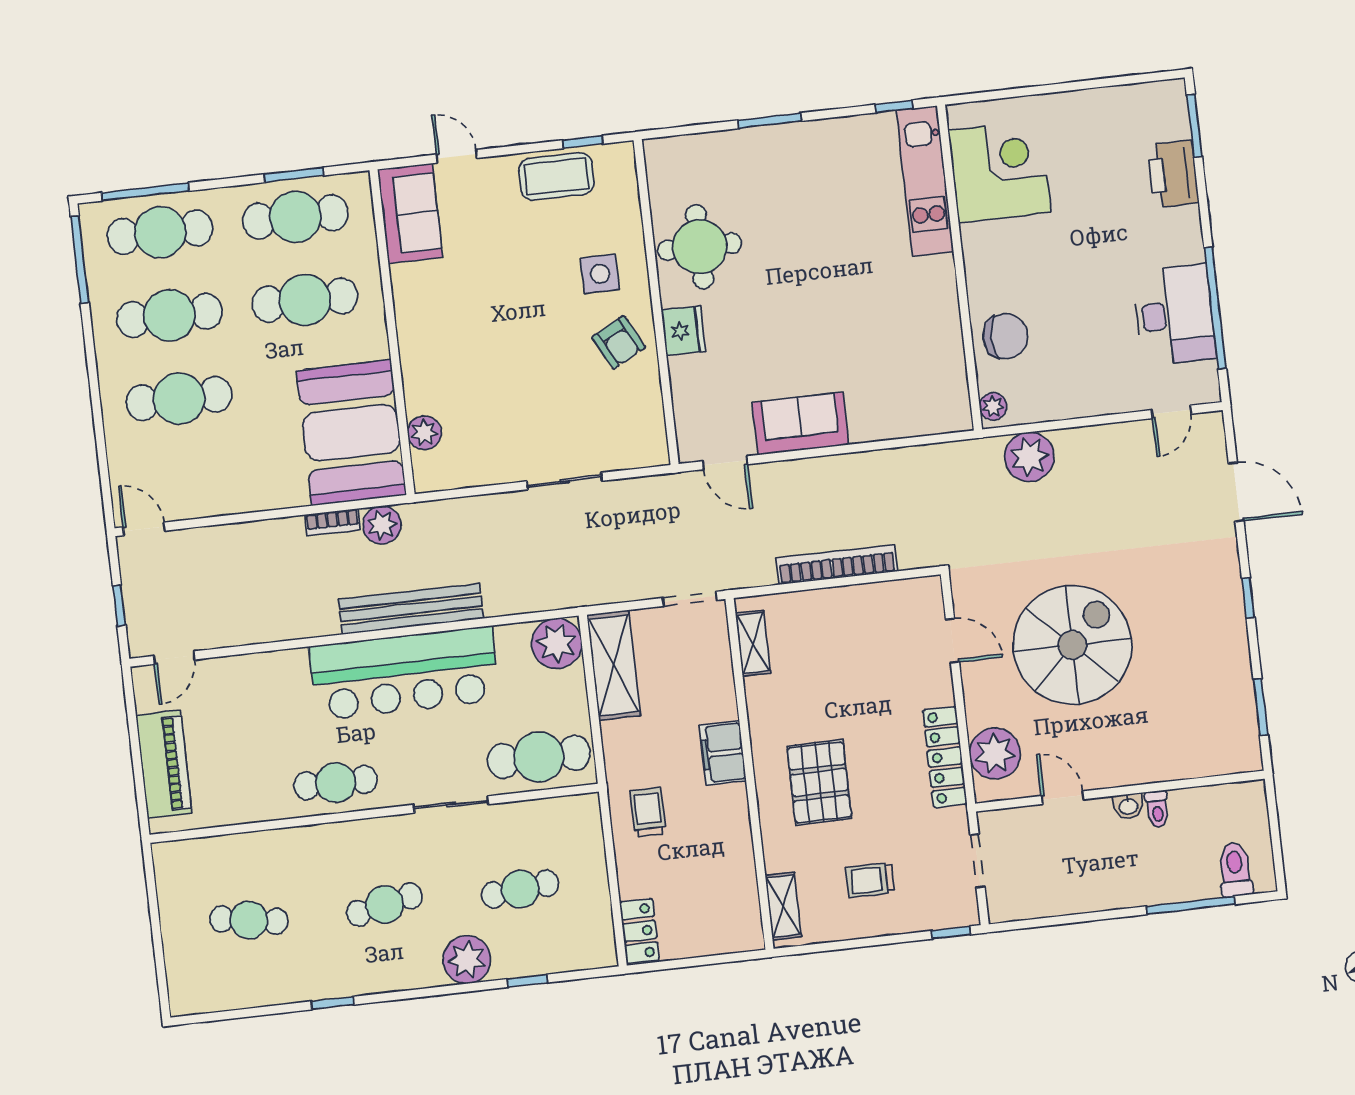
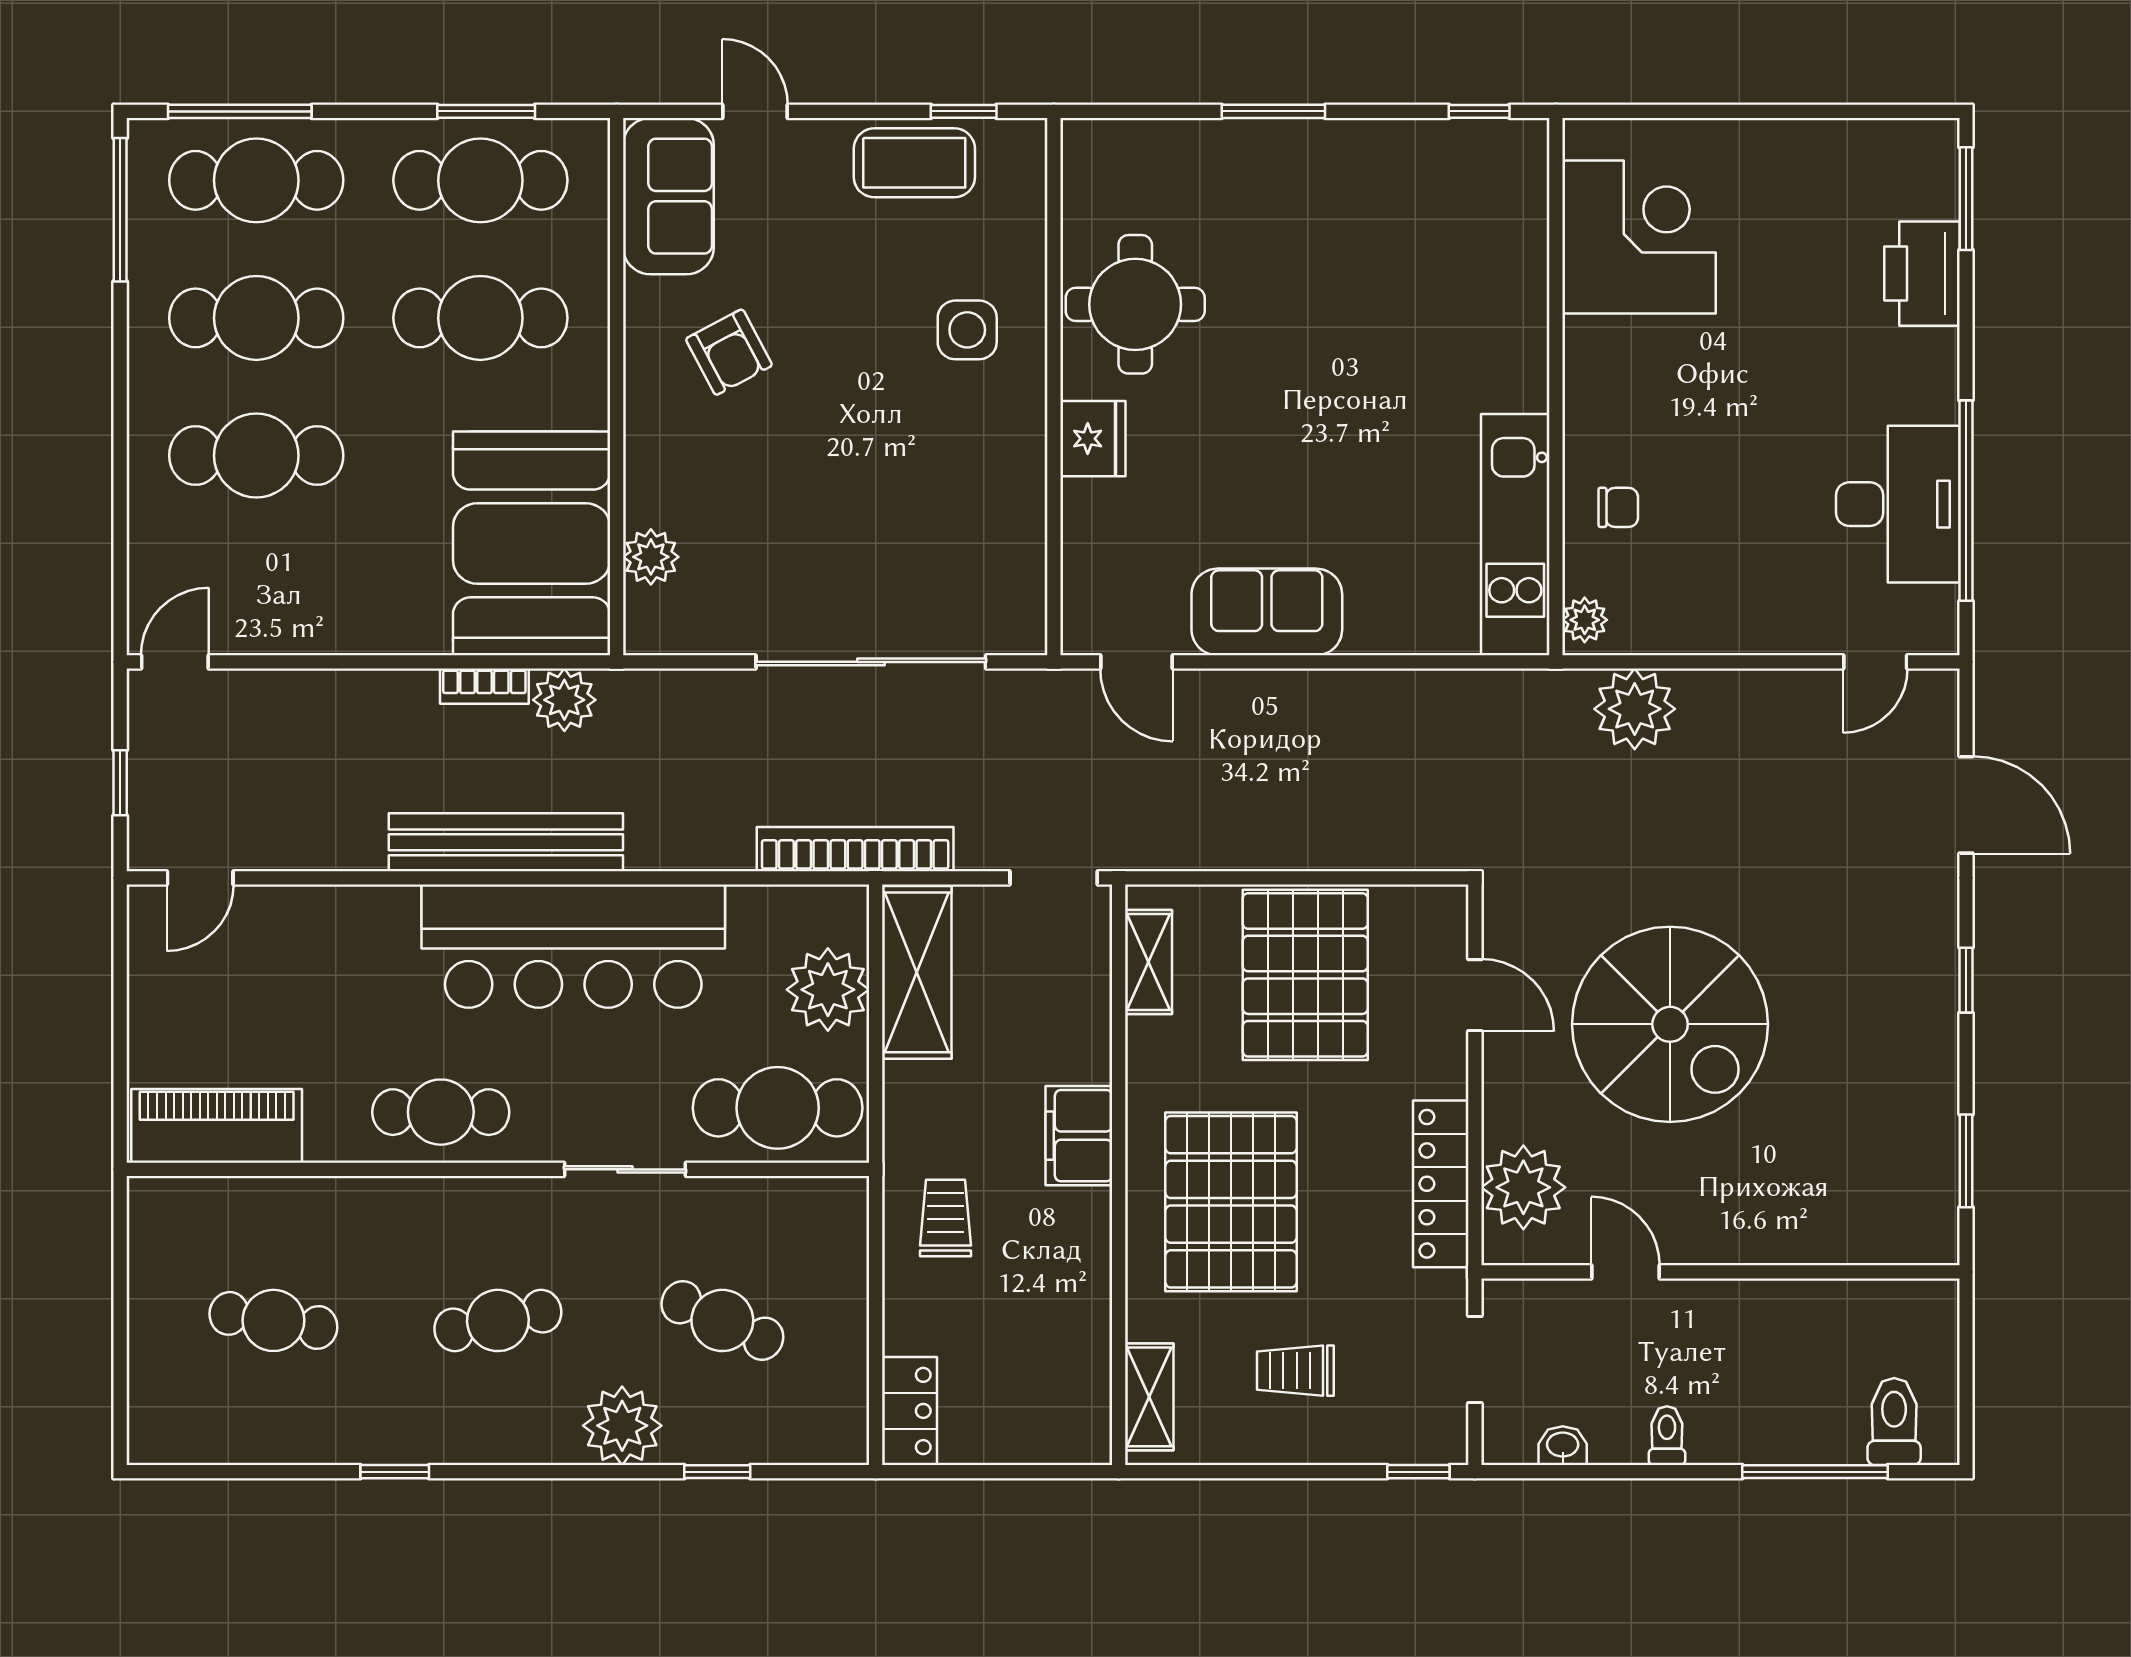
kitchen unit: (925, 181) -> (1515, 535), moved
chair: (1005, 336) -> (1618, 507), width x0.54, depth x0.54
armchair: (619, 342) -> (729, 352), moved
sliding door: (565, 481) -> (871, 662), width x1.86
door: (144, 529) -> (175, 662), hinge flipped
bookcase: (837, 565) -> (855, 849), moved
bench: (411, 609) -> (506, 842), moved
pallet: (849, 640) -> (1305, 975), added
plant: (557, 643) -> (828, 990), moved
spiral stairs: (1072, 645) -> (1670, 1024), turned 90
piano: (164, 764) -> (217, 1126), moved, turned -90
pallet: (819, 782) -> (1231, 1202), width x1.37, depth x1.41
washbasin: (1128, 806) -> (1563, 1446), moved, turned 180
toilet: (1157, 809) -> (1667, 1436), moved, turned 180
cafe table: (520, 889) -> (722, 1320), turned 30

